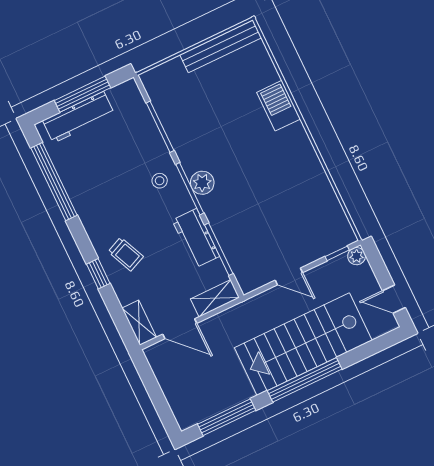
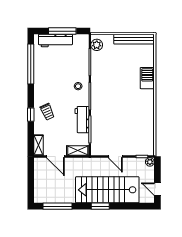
plant: (202, 183) -> (97, 45), moved
window: (305, 380) -> (100, 206), width x0.47

